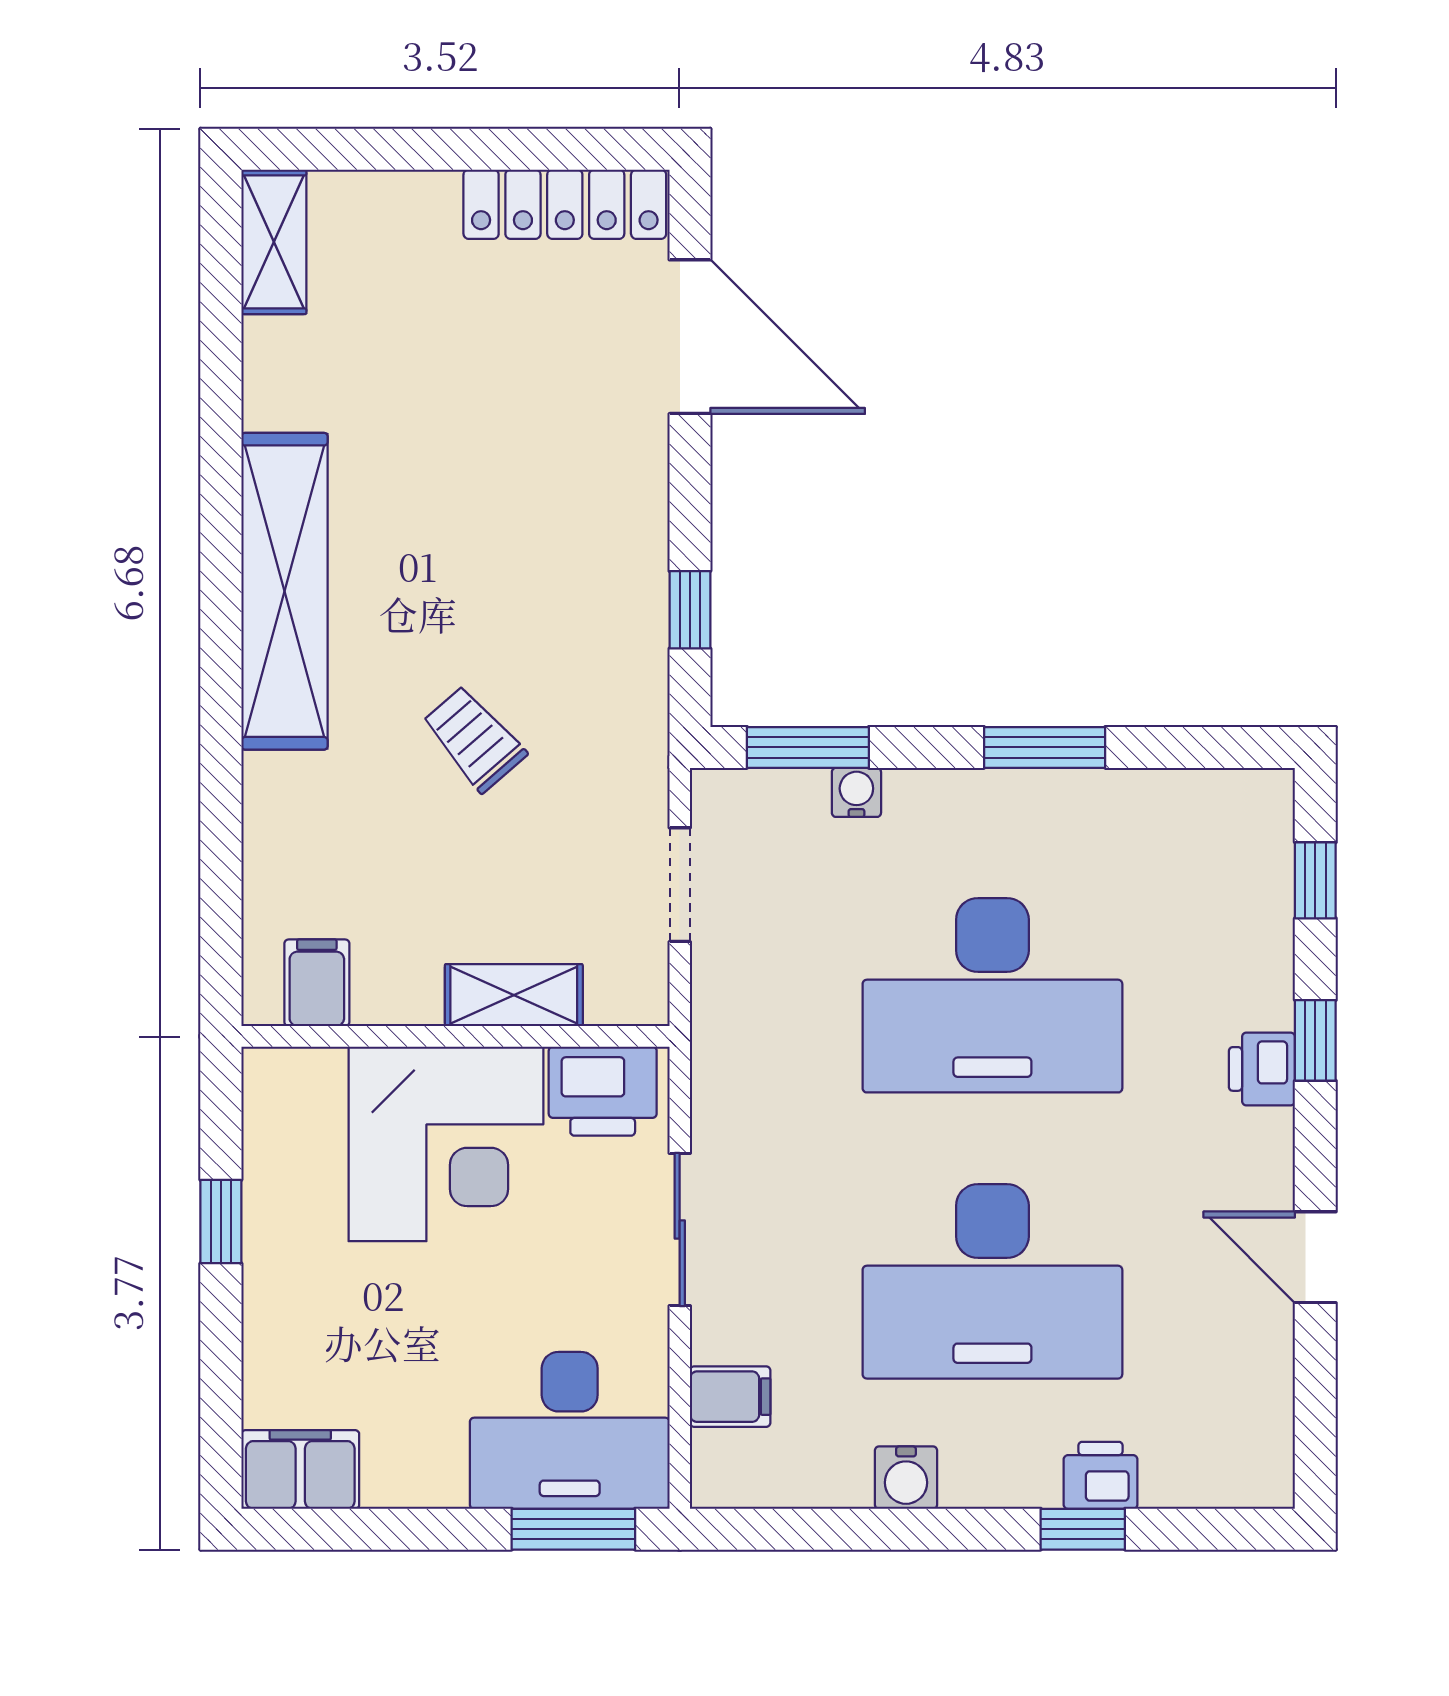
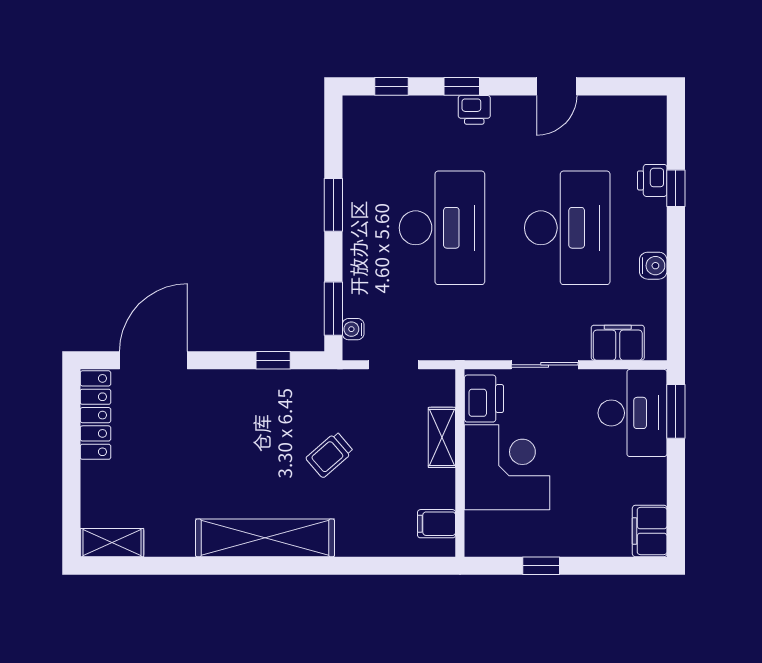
water cooler: (856, 792) -> (353, 329), moved
filing cabinet: (730, 1397) -> (618, 343), width x2.00

